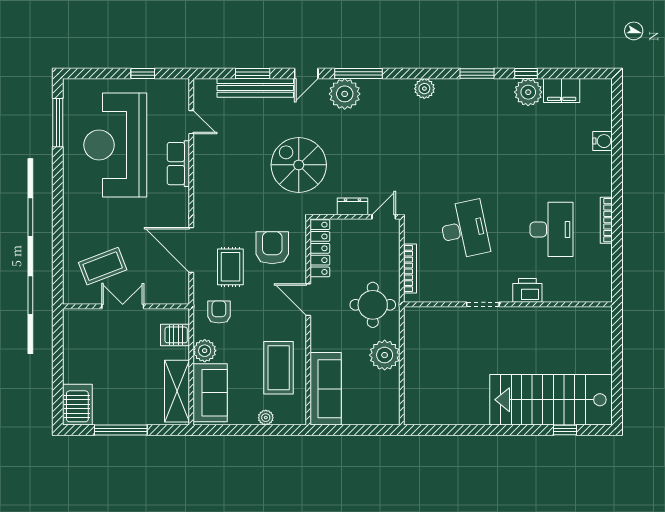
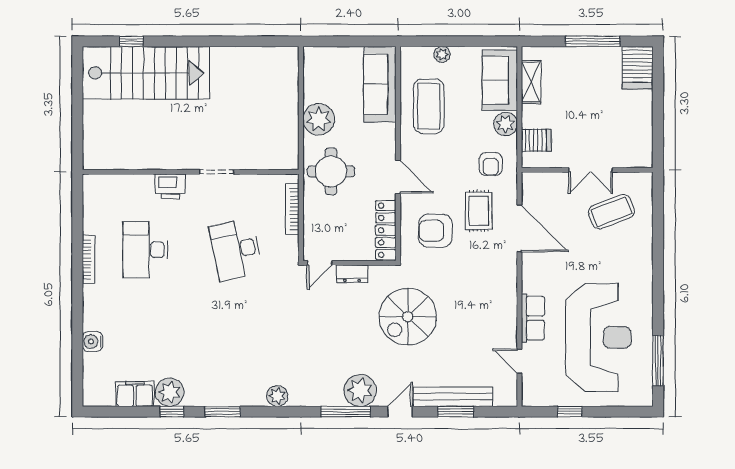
spiral stairs: (299, 165) -> (408, 317), turned 90
armchair: (272, 248) -> (435, 231), turned 90
shelving: (177, 391) -> (531, 82), width x0.67, depth x0.75

